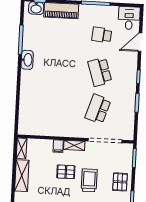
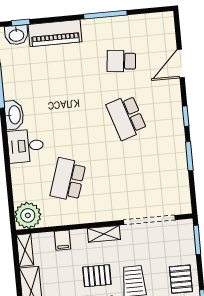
desk: (129, 18) -> (26, 146), moved, turned -90
school desk: (98, 109) -> (68, 180), moved
plant: (27, 126) -> (28, 215), added
filing cabinet: (58, 146) -> (63, 240), moved

